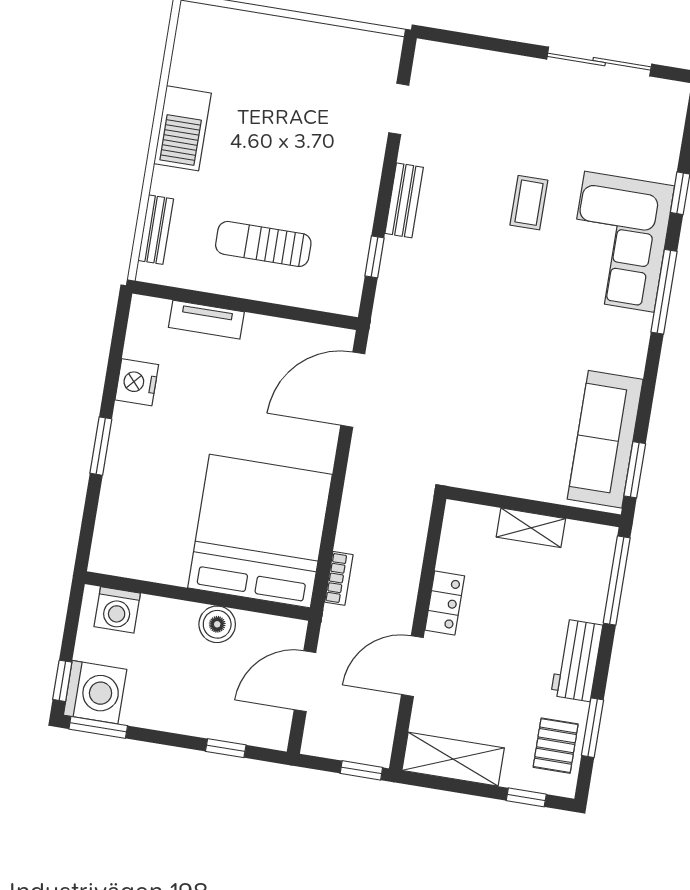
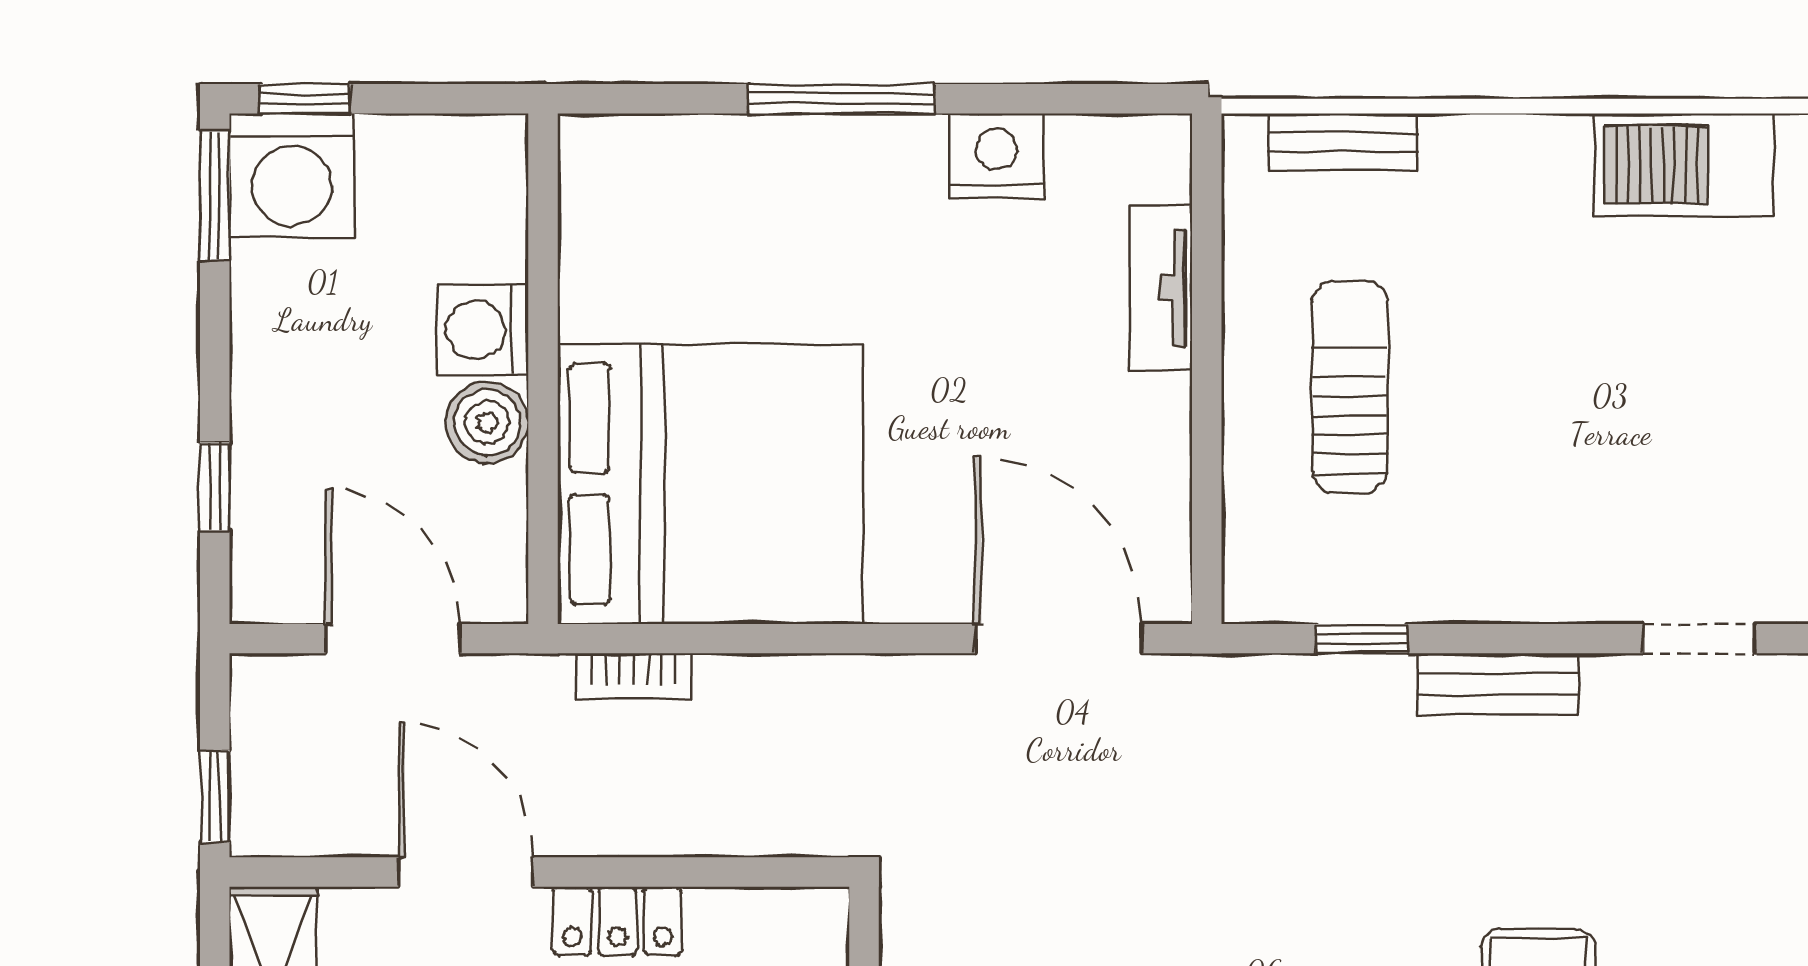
barbecue: (182, 128) -> (1683, 165), moved
window: (101, 446) -> (841, 99), width x1.44
washing machine: (117, 610) -> (483, 330), moved

